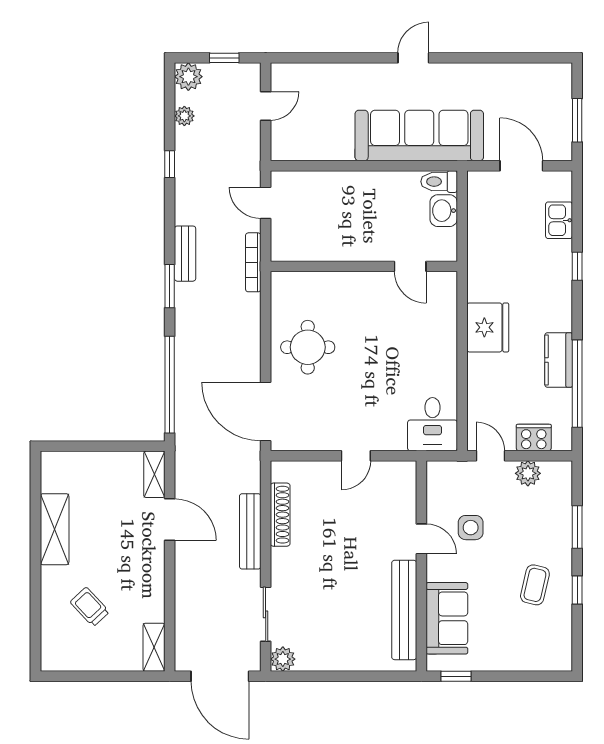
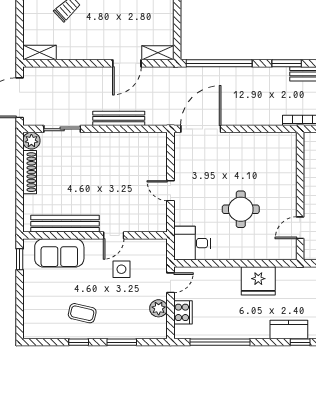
round table: (308, 347) -> (241, 209), moved
kitchen counter: (559, 360) -> (289, 329), moved
shoe rack: (280, 515) -> (30, 172), moved, turned -90

